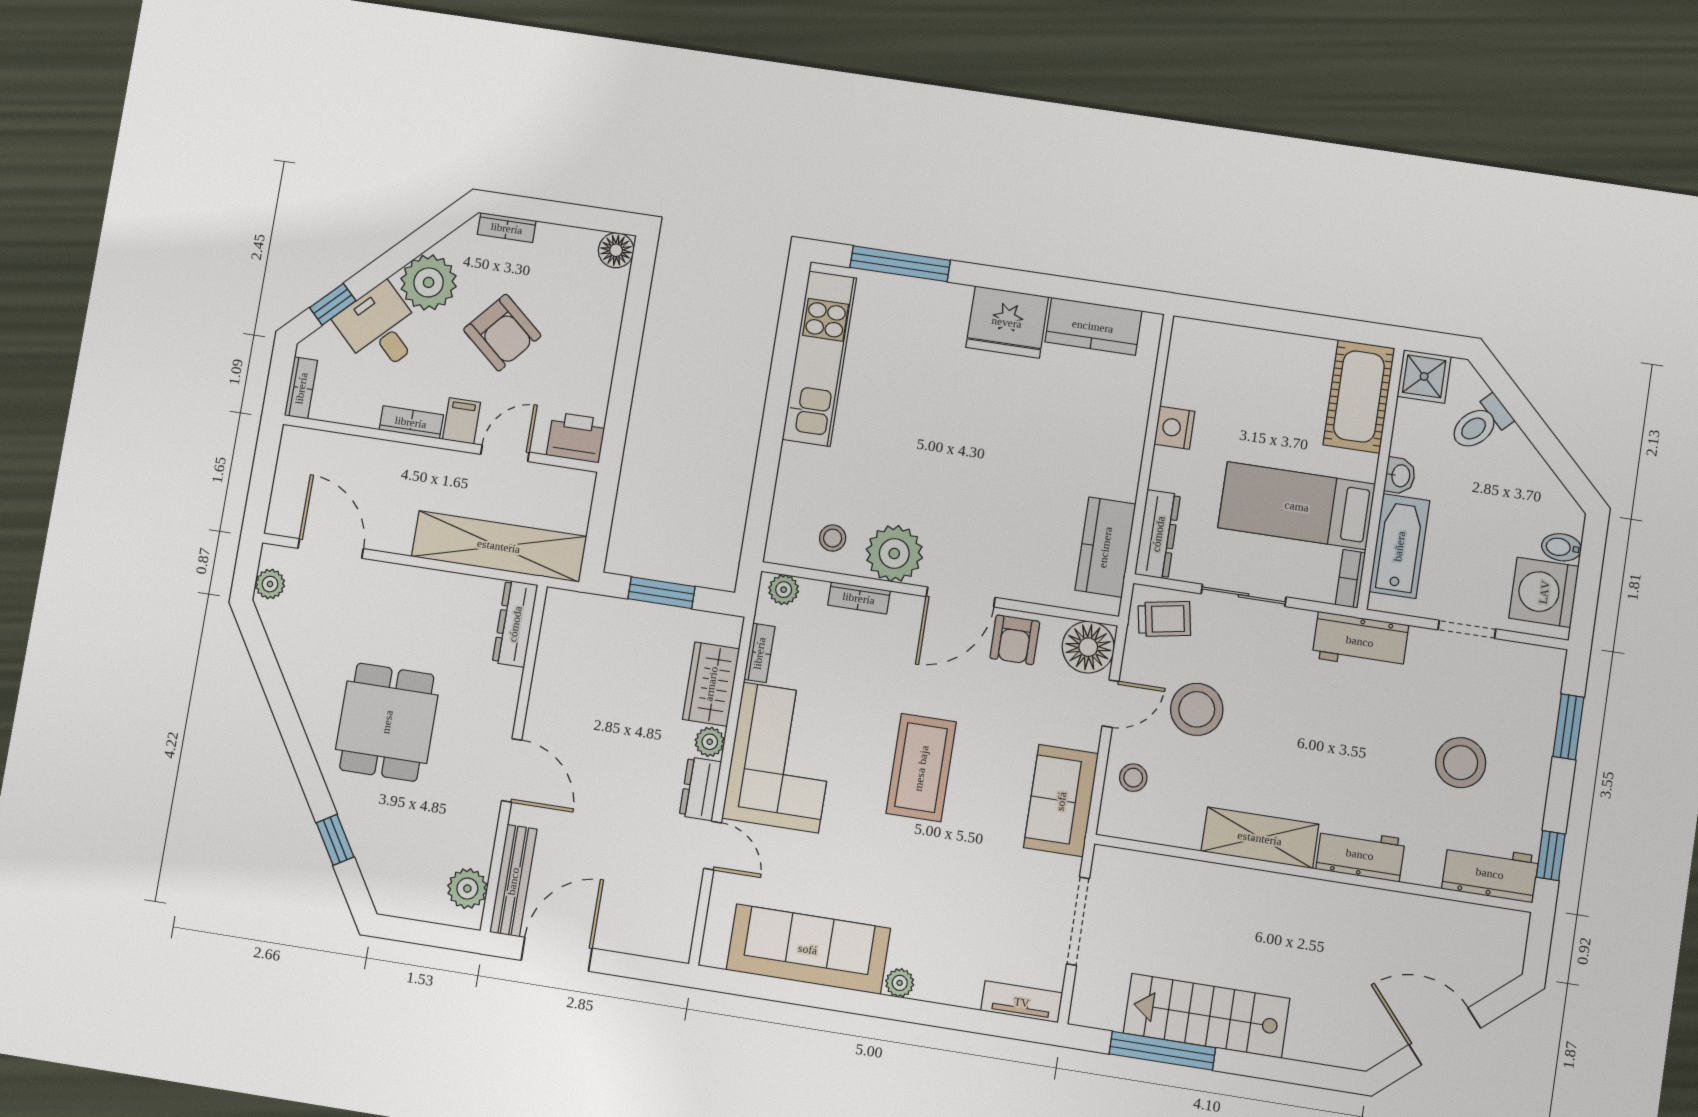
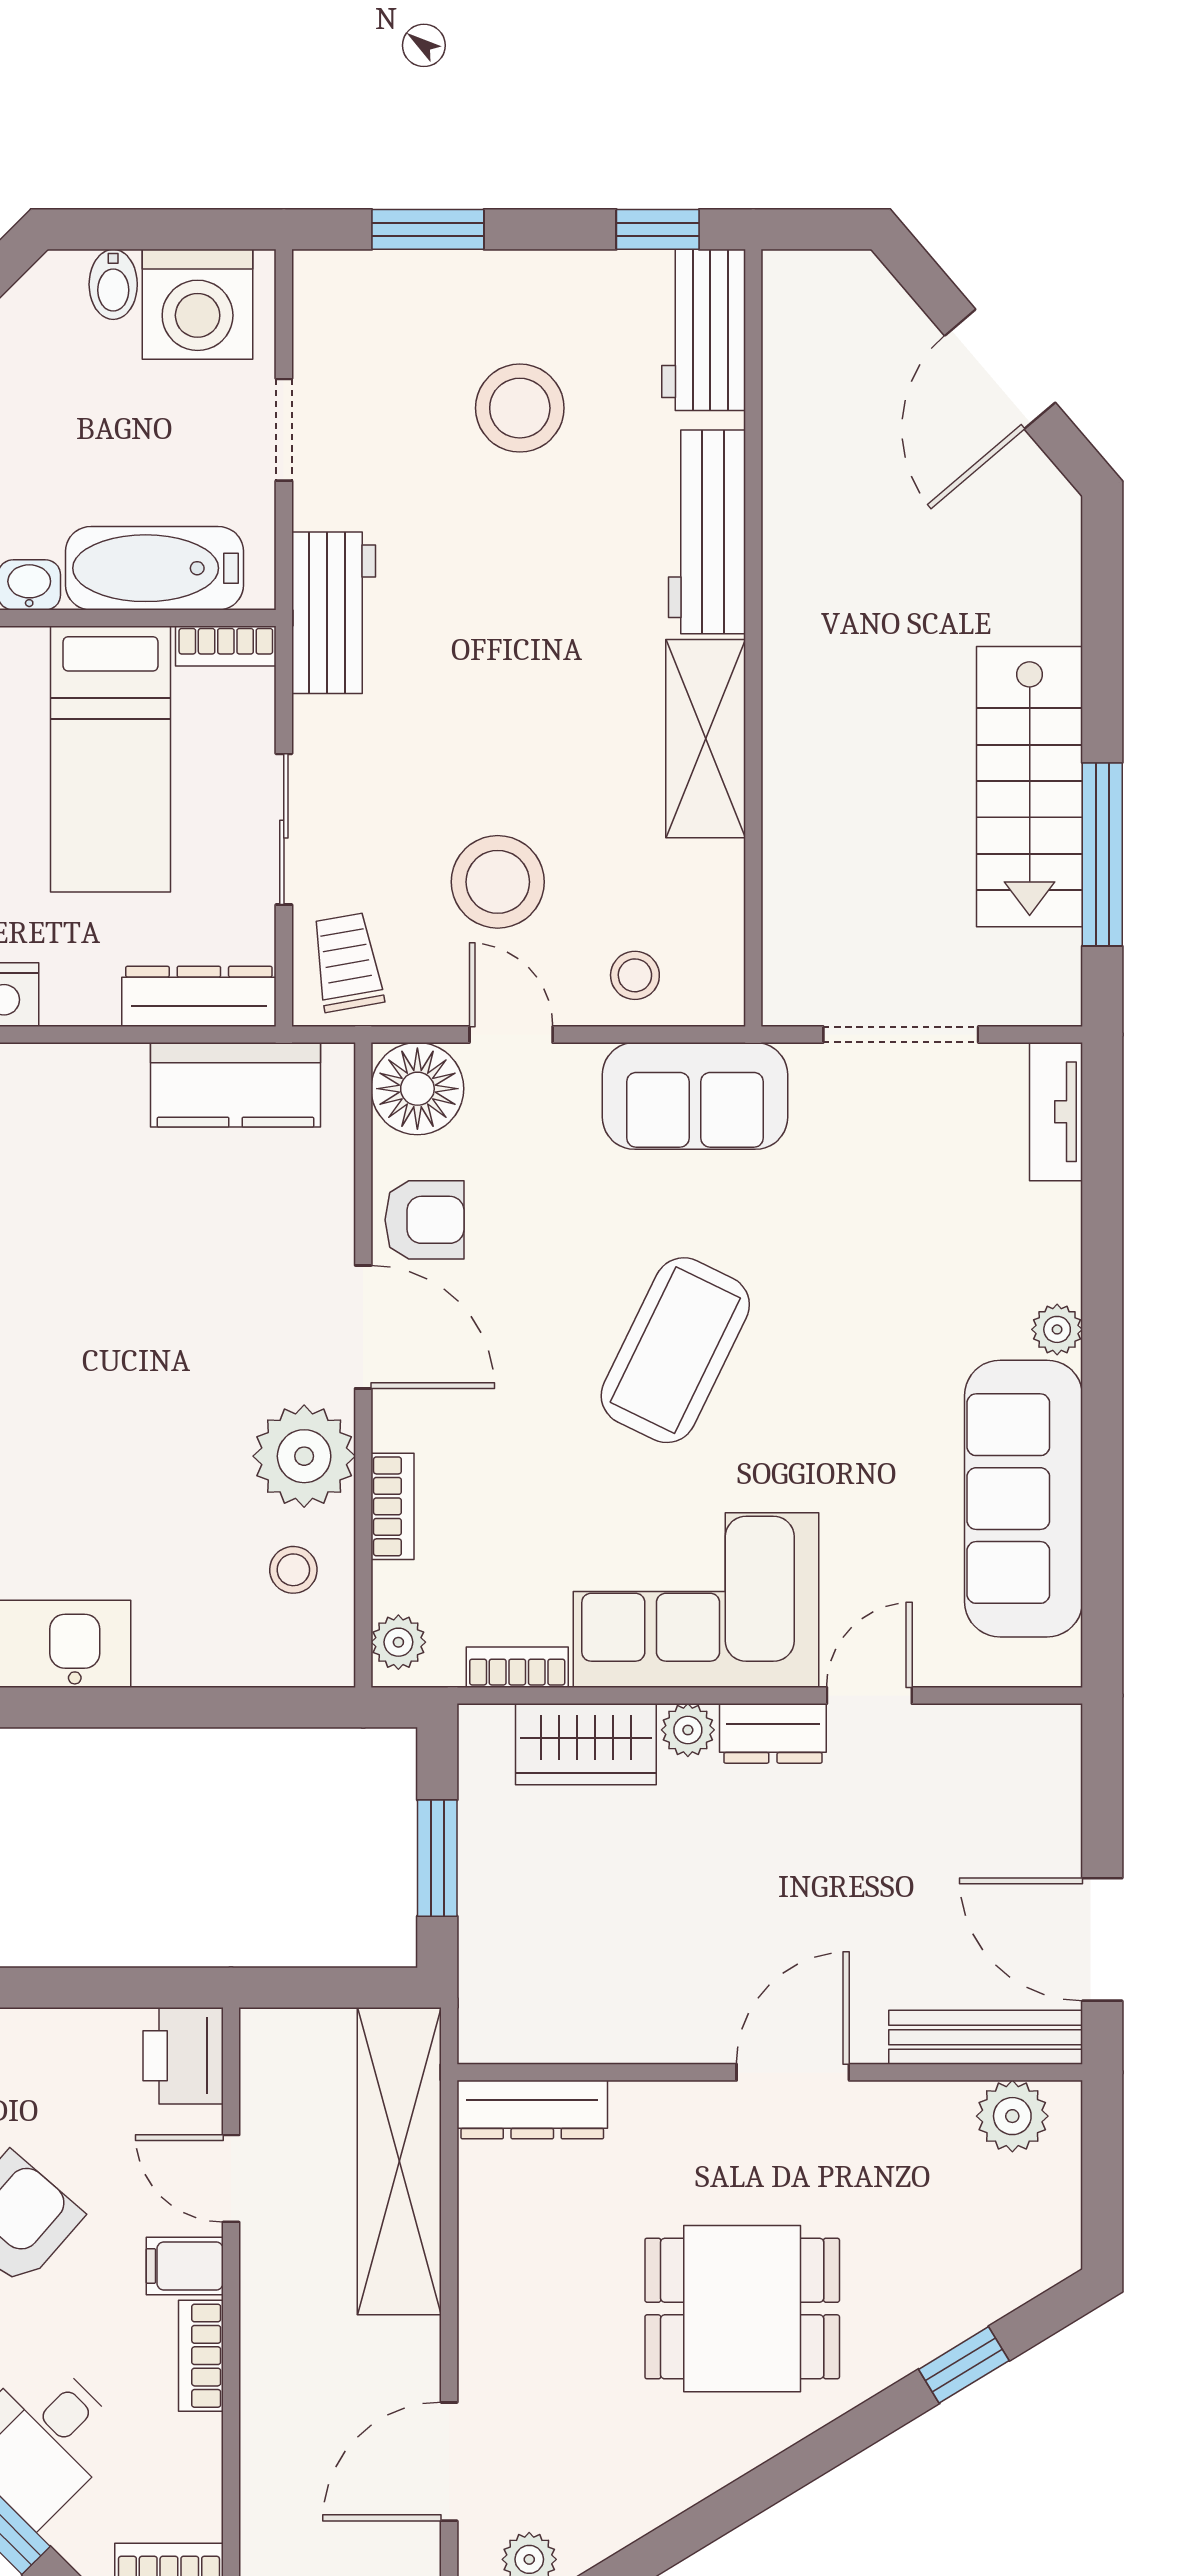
coffee table: (921, 768) -> (675, 1350), turned -64
workbench: (1360, 854) -> (707, 532), width x1.38

